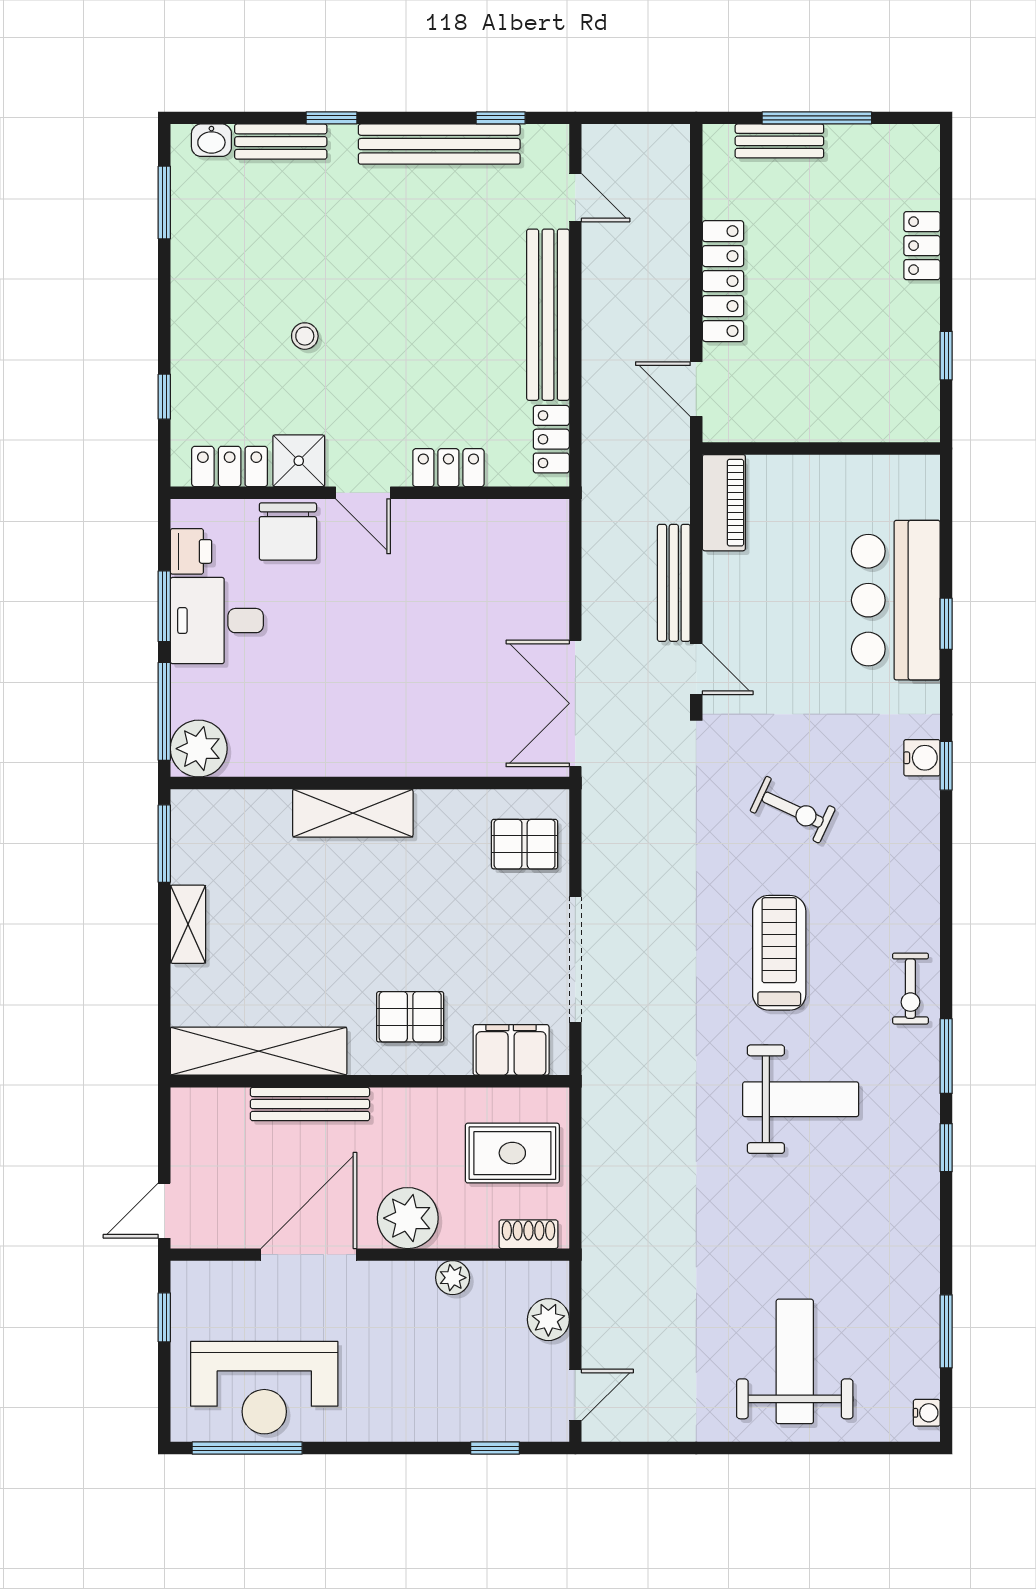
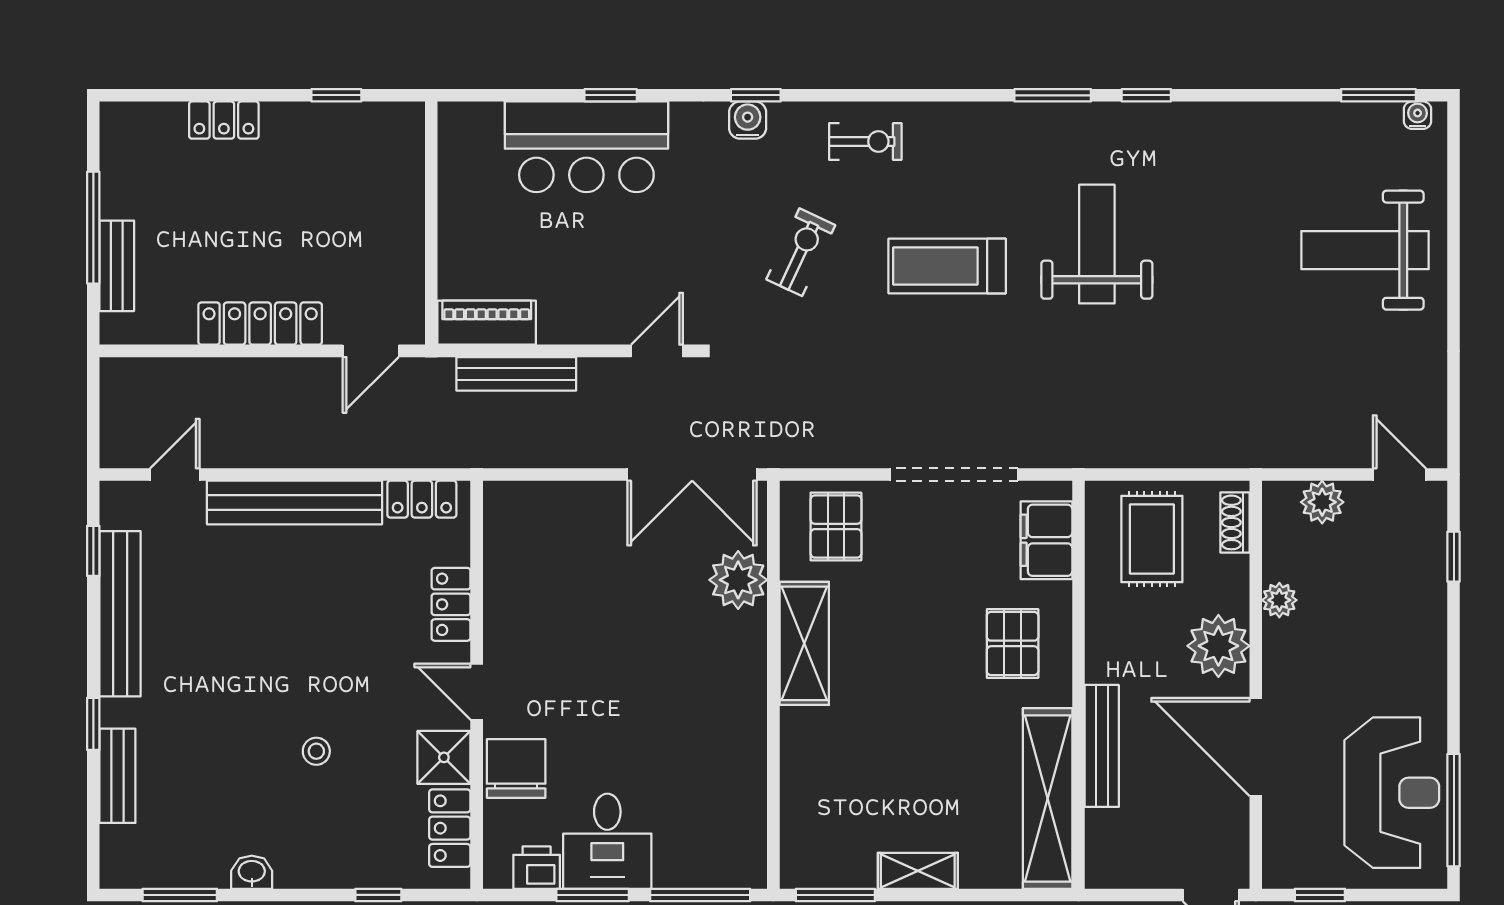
washbasin: (211, 140) -> (252, 872), moved, turned -90
door: (363, 493) -> (477, 692), swing flipped
chair: (288, 531) -> (516, 769), turned -90
bench: (674, 583) -> (516, 374), moved
plant: (199, 749) -> (738, 580), moved
shelving: (353, 813) -> (804, 643), moved
exercise bike: (910, 989) -> (865, 141), moved
window: (946, 1331) -> (1378, 95), moved

